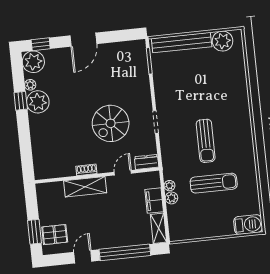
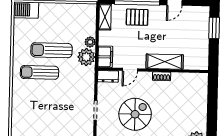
sun lounger: (206, 141) -> (39, 72), moved, turned -90
plant: (169, 186) -> (86, 57), width x1.88, depth x1.88
filing cabinet: (154, 201) -> (105, 57), moved
pallet: (55, 235) -> (137, 17), moved

